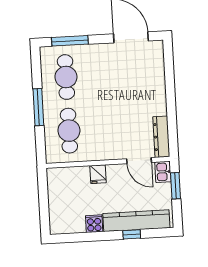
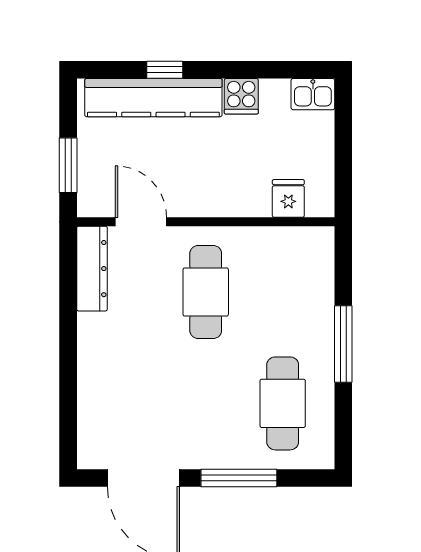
window: (70, 41) -> (239, 478), moved
cafe table: (69, 131) -> (206, 292), moved
kitchen sink: (163, 172) -> (313, 94), moved, turned 90
fridge: (98, 174) -> (288, 198), moved

